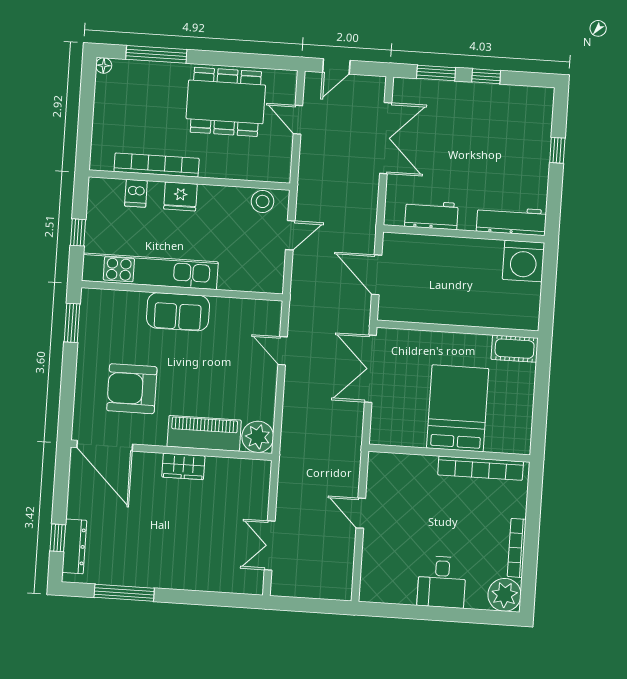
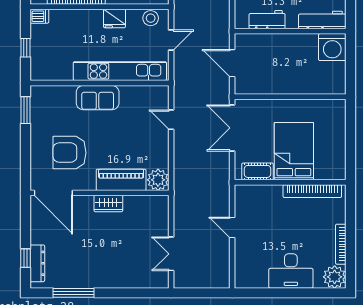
dishwasher: (136, 193) -> (39, 16), moved, turned -90
fridge: (180, 196) -> (114, 18), moved
kitchen unit: (150, 271) -> (120, 71), moved
cot: (515, 349) -> (258, 171), moved
desk: (442, 582) -> (291, 271), width x1.37

